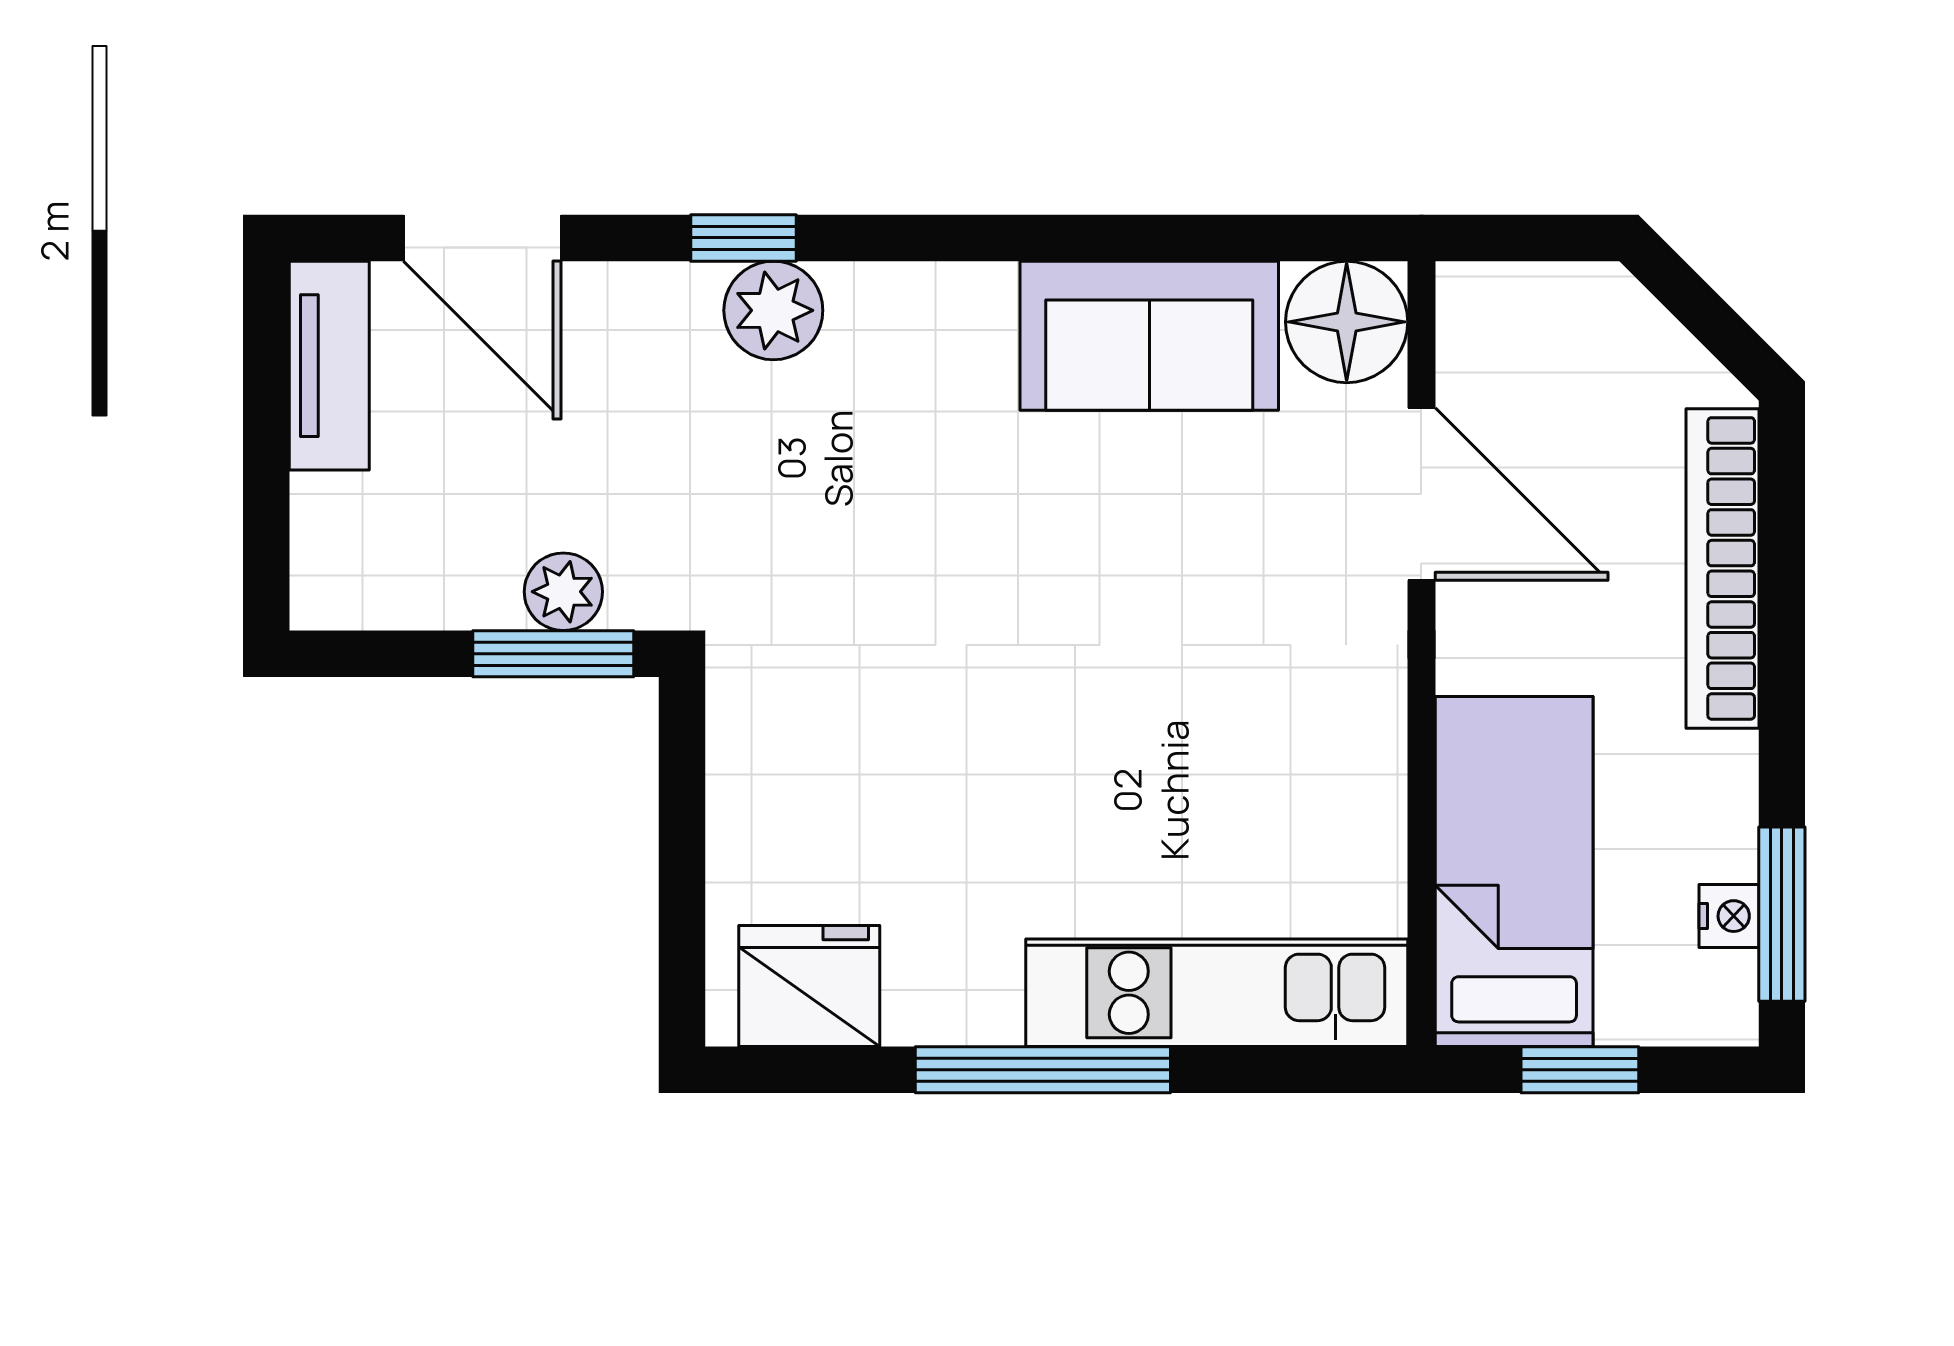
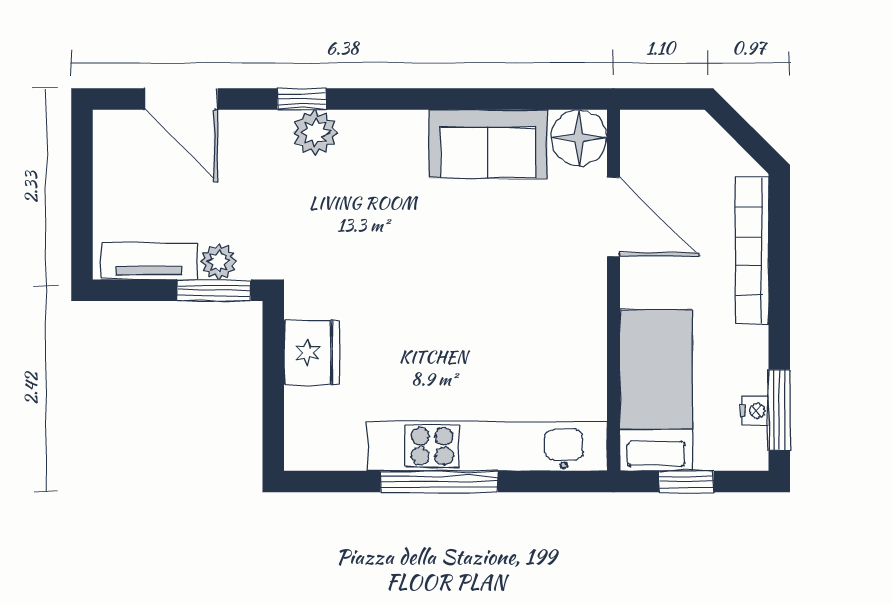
tv unit: (329, 366) -> (149, 261), moved, turned -90
fridge: (809, 986) -> (312, 353), moved, turned 90
kitchen unit: (1217, 993) -> (487, 446), width x1.36

